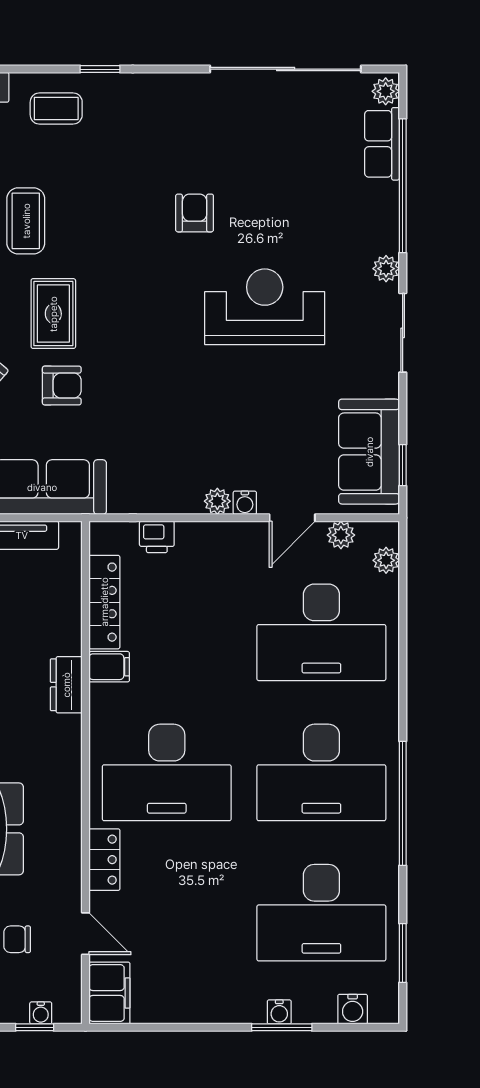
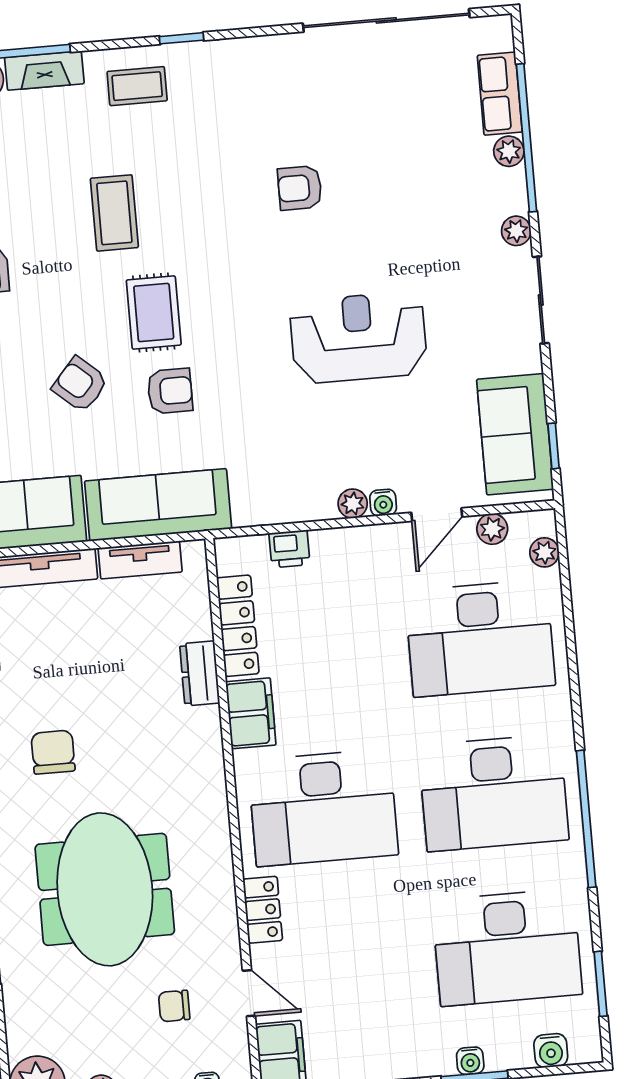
plant: (386, 91) -> (509, 151), moved
armchair: (195, 213) -> (300, 188), turned -90
reception desk: (265, 307) -> (358, 338), moved
filing cabinet: (109, 667) -> (251, 713), width x2.00
dresser: (66, 685) -> (200, 673), moved

